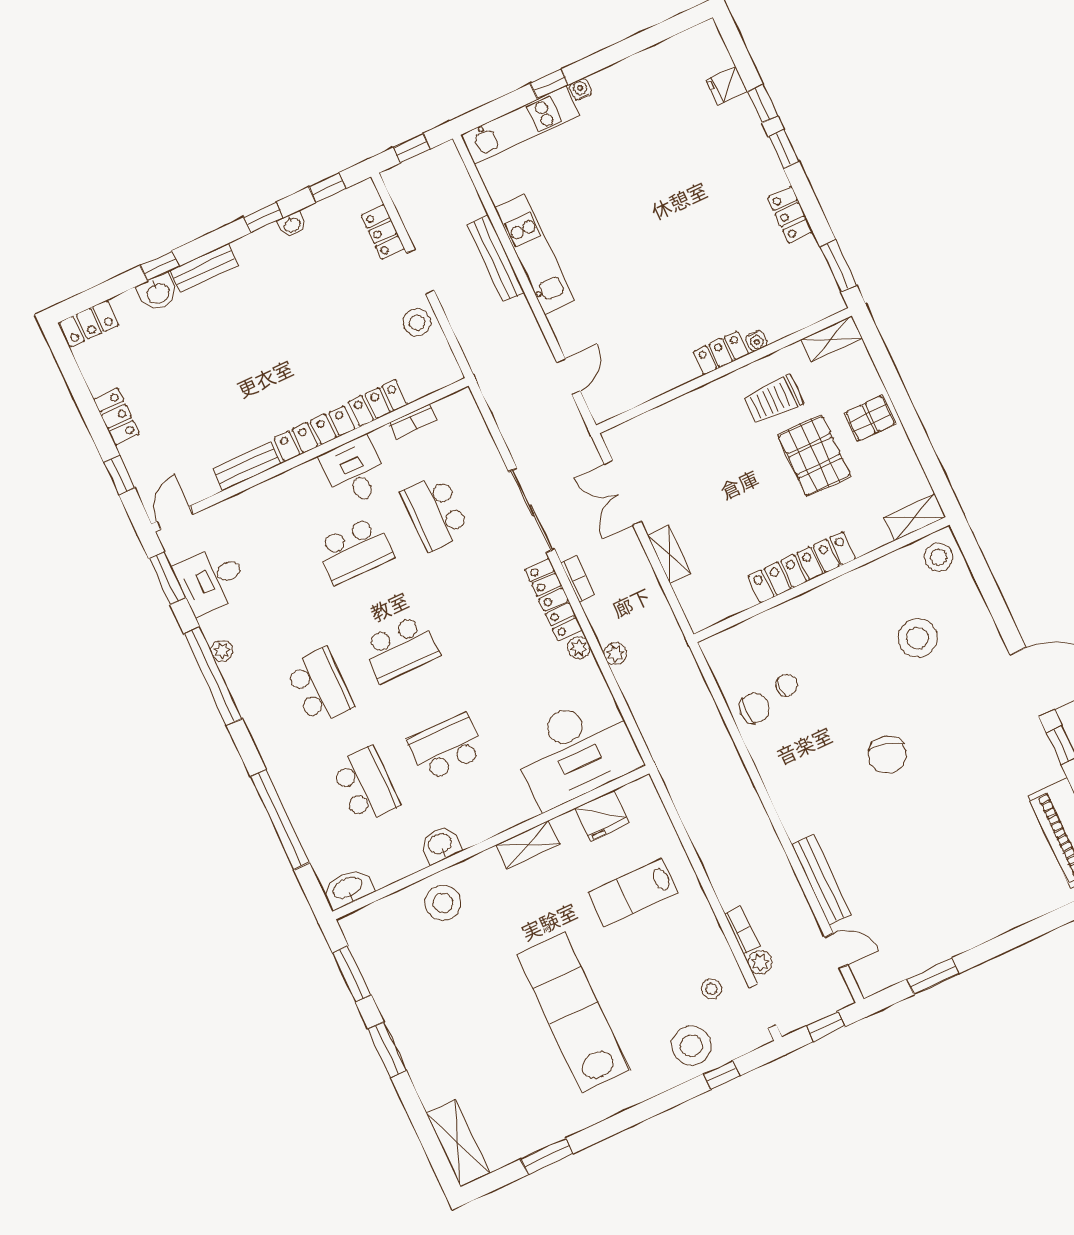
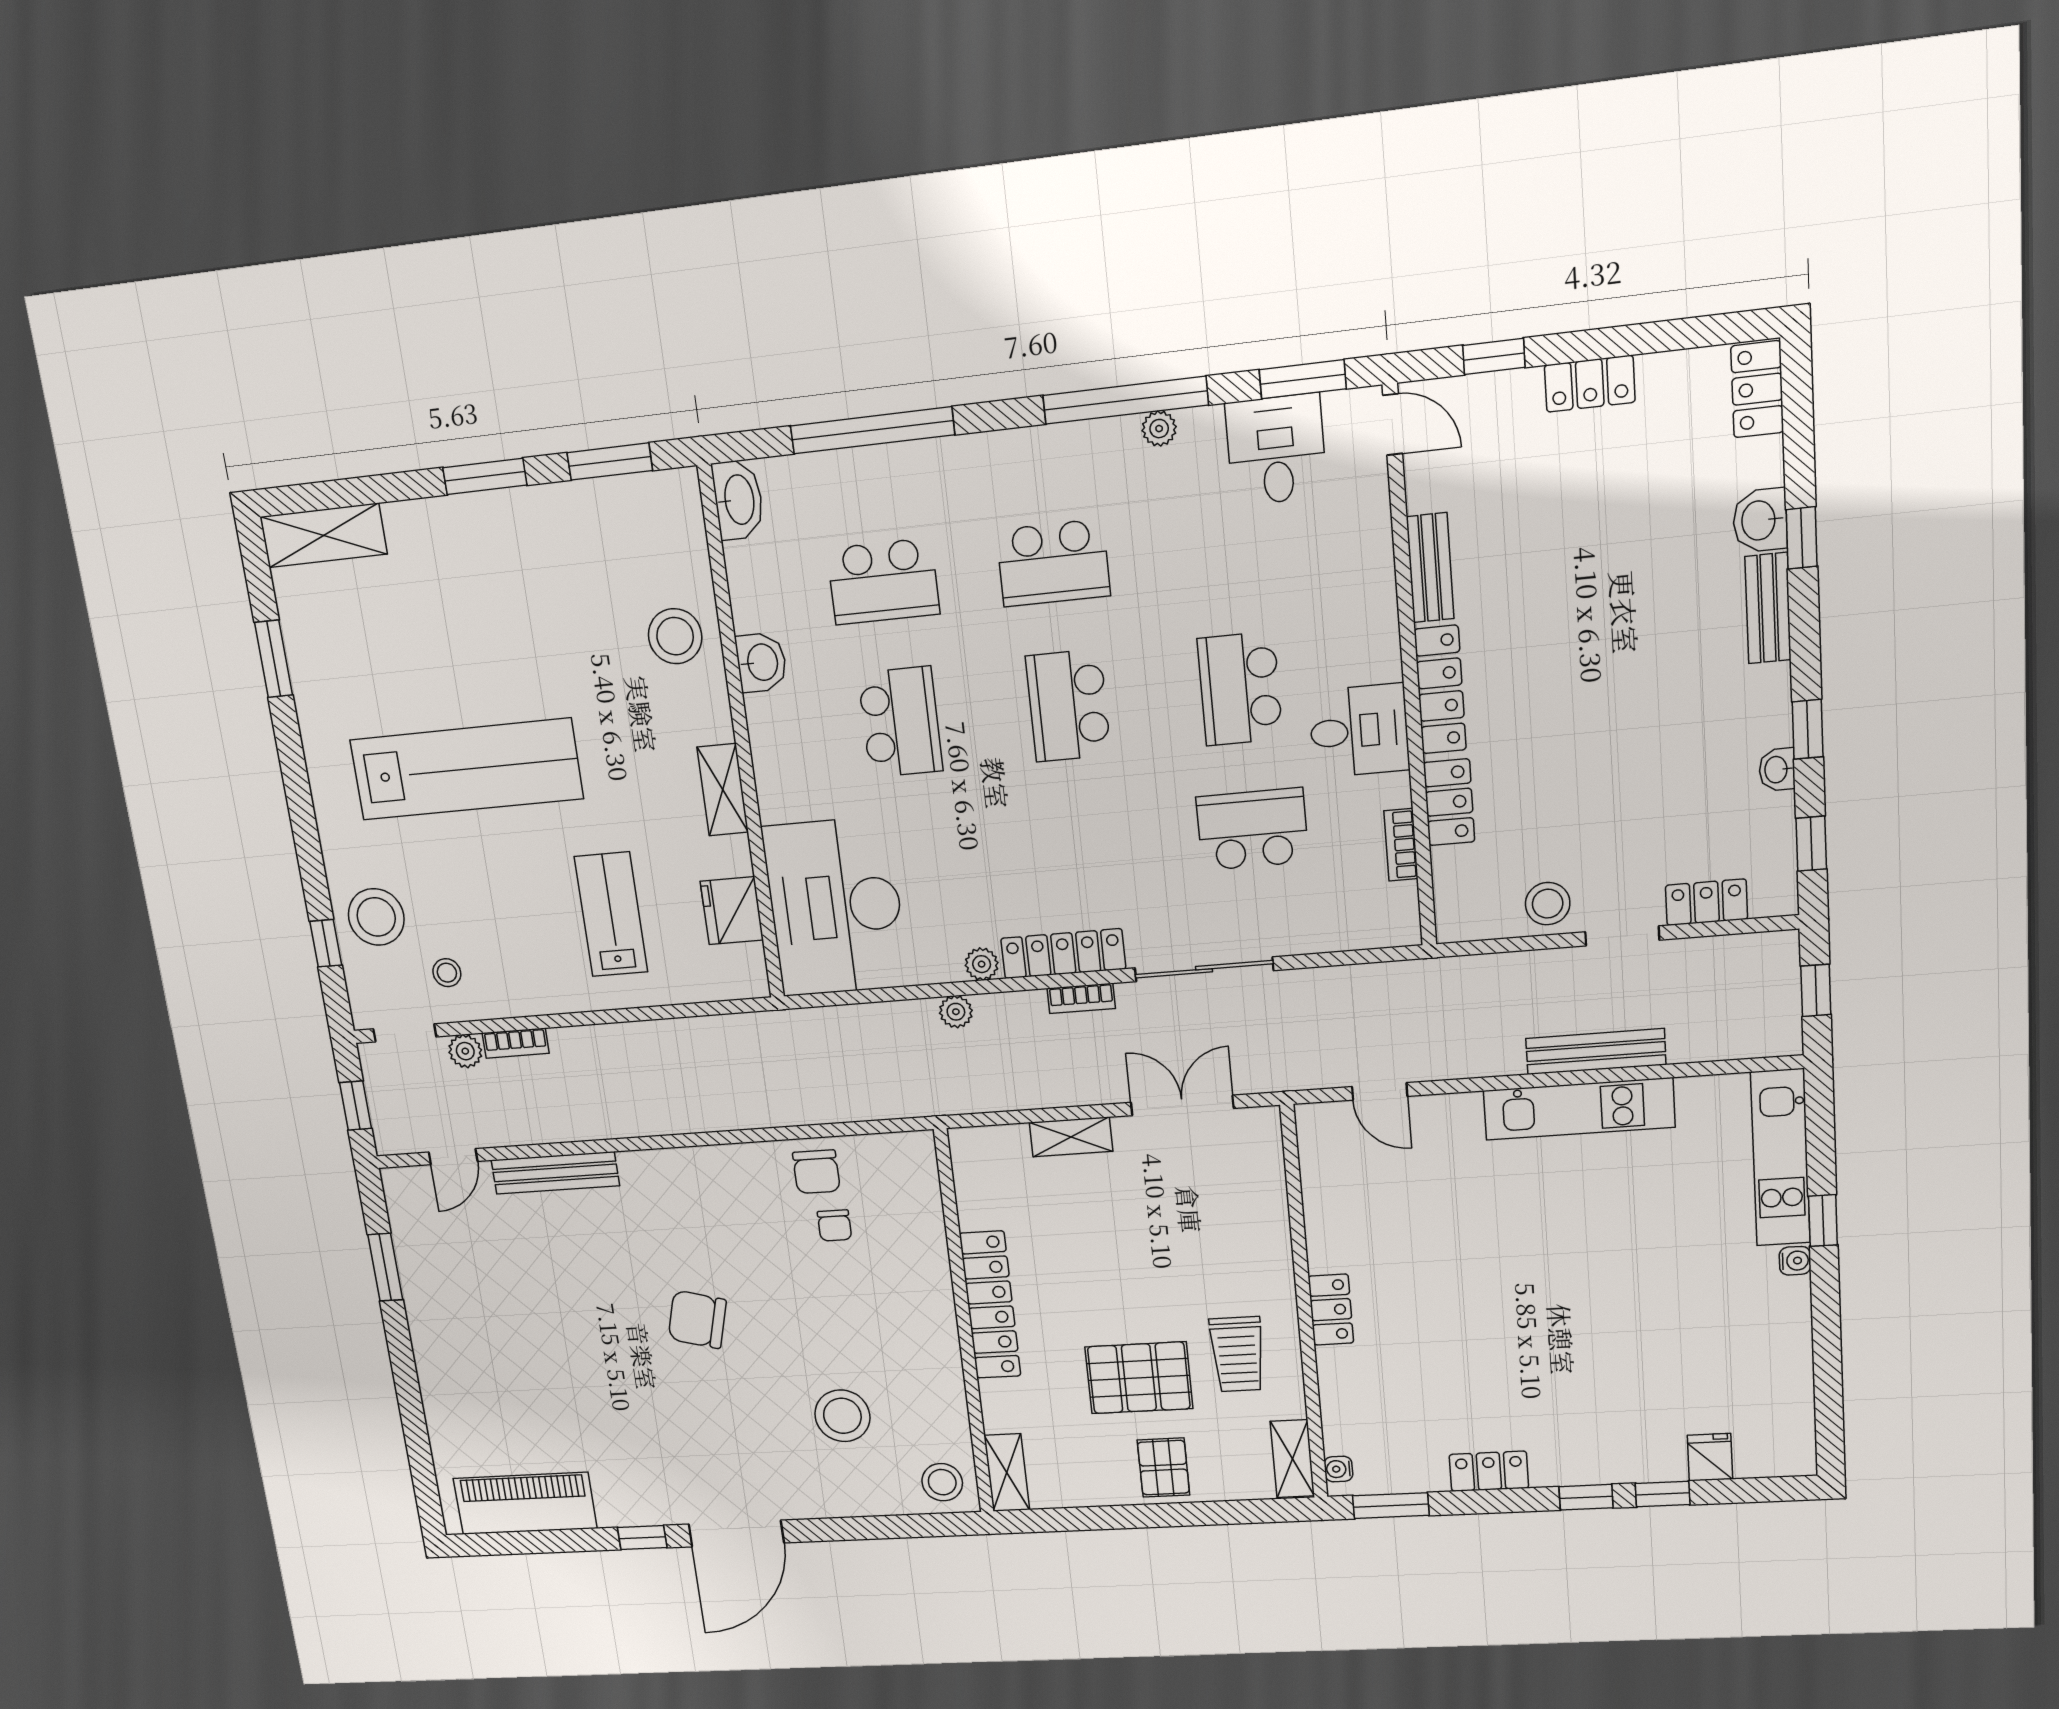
water cooler: (756, 341) -> (1338, 1469), moved
trolley: (773, 400) -> (1238, 1354), turned 180

